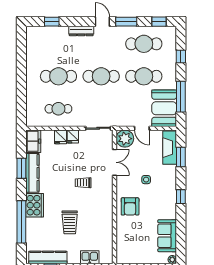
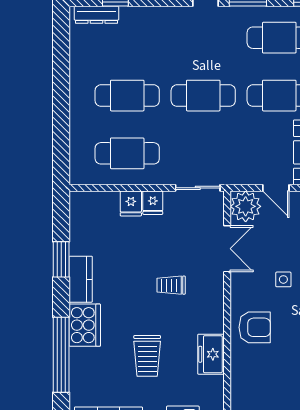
dresser: (81, 31) -> (96, 15), moved
cafe table: (58, 109) -> (127, 153), width x1.37, depth x1.35
freezer: (33, 141) -> (211, 354), moved, turned 180
kitchen counter: (32, 173) -> (81, 279), width x0.67
armchair: (130, 206) -> (255, 327), turned -90

